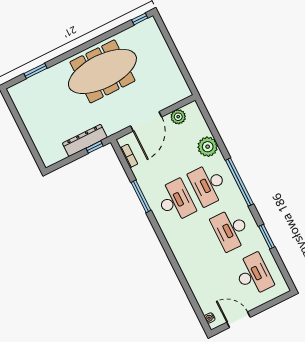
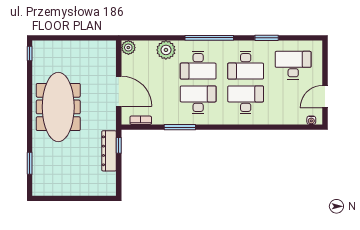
plant: (178, 117) -> (128, 48), moved
desk: (198, 246) -> (246, 100), added

